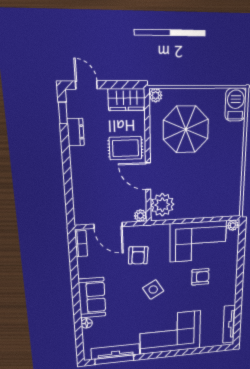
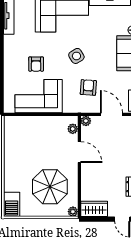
rug: (126, 148) -> (96, 174), removed
plant: (162, 205) -> (73, 129), width x0.53, depth x0.53
plant: (233, 225) -> (9, 108), removed
armchair: (200, 277) -> (36, 64), turned -90

